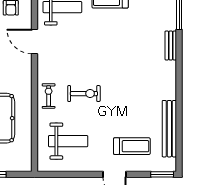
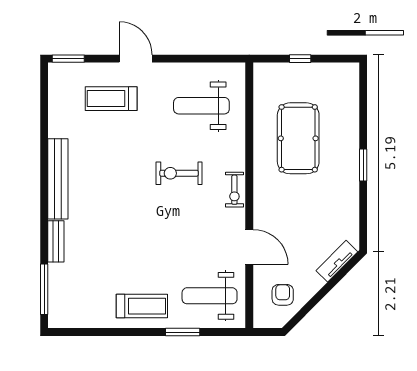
exercise bike: (49, 96) -> (234, 190), moved
bench: (169, 129) -> (58, 179), moved

